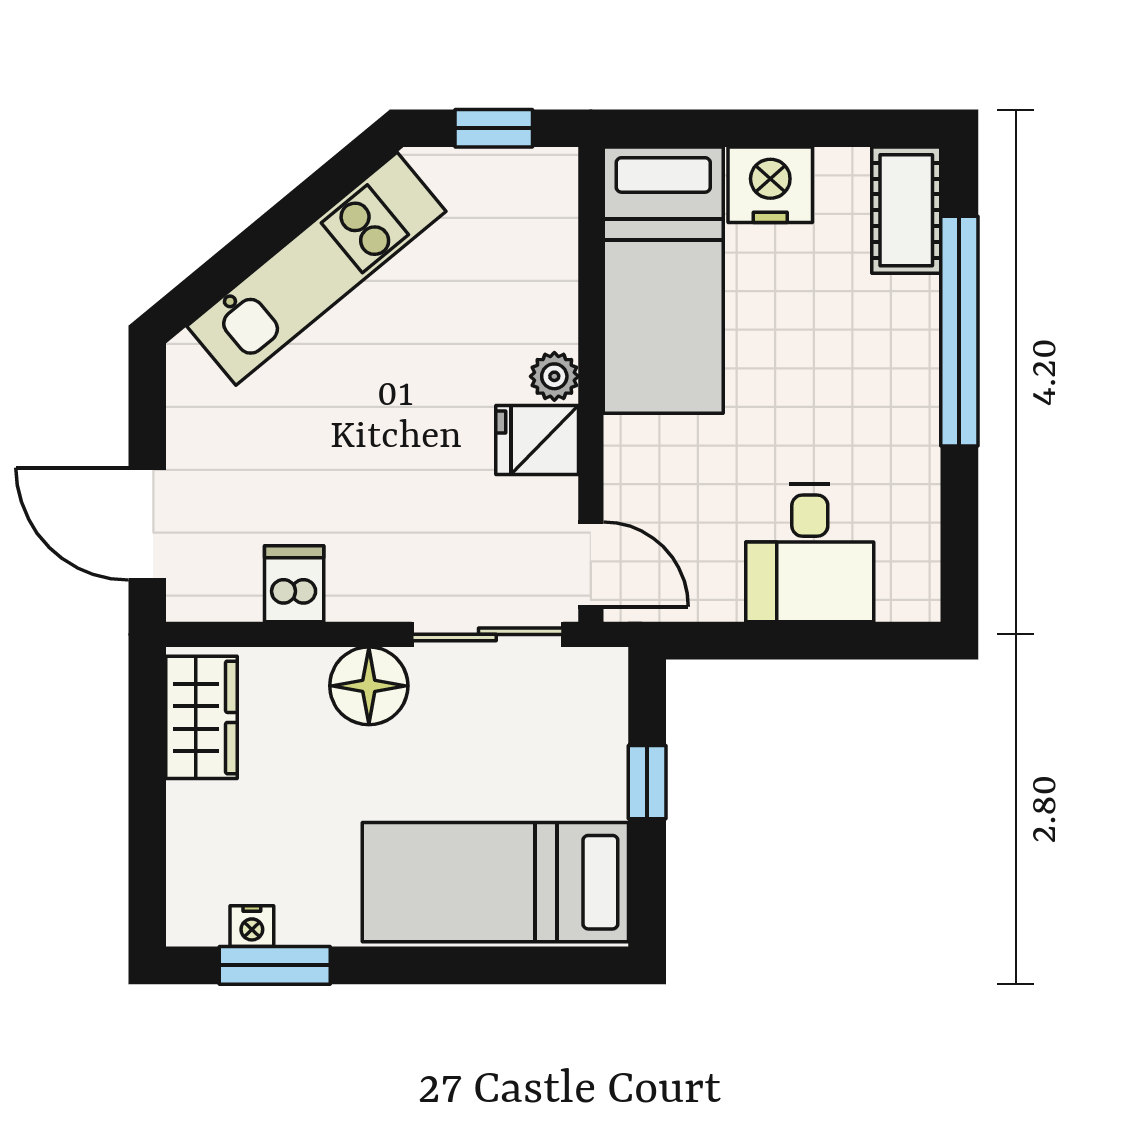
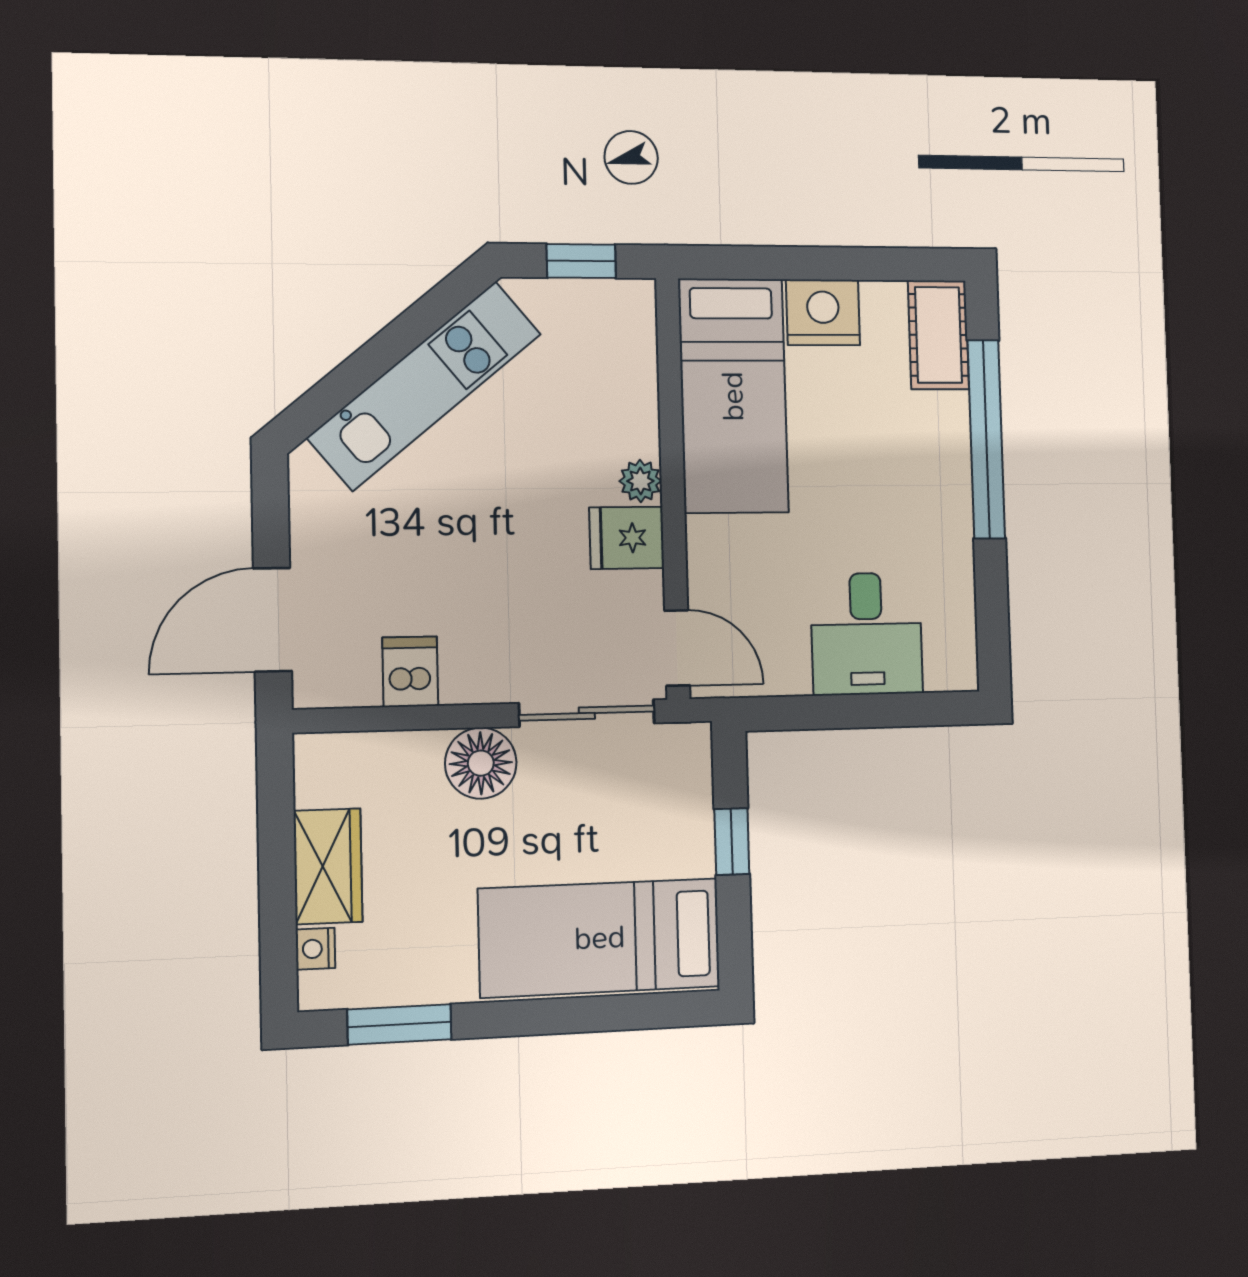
door: (147, 524) -> (272, 620), hinge flipped
wardrobe: (202, 717) -> (328, 866), moved
nightstand: (252, 926) -> (315, 949), moved, turned 90

